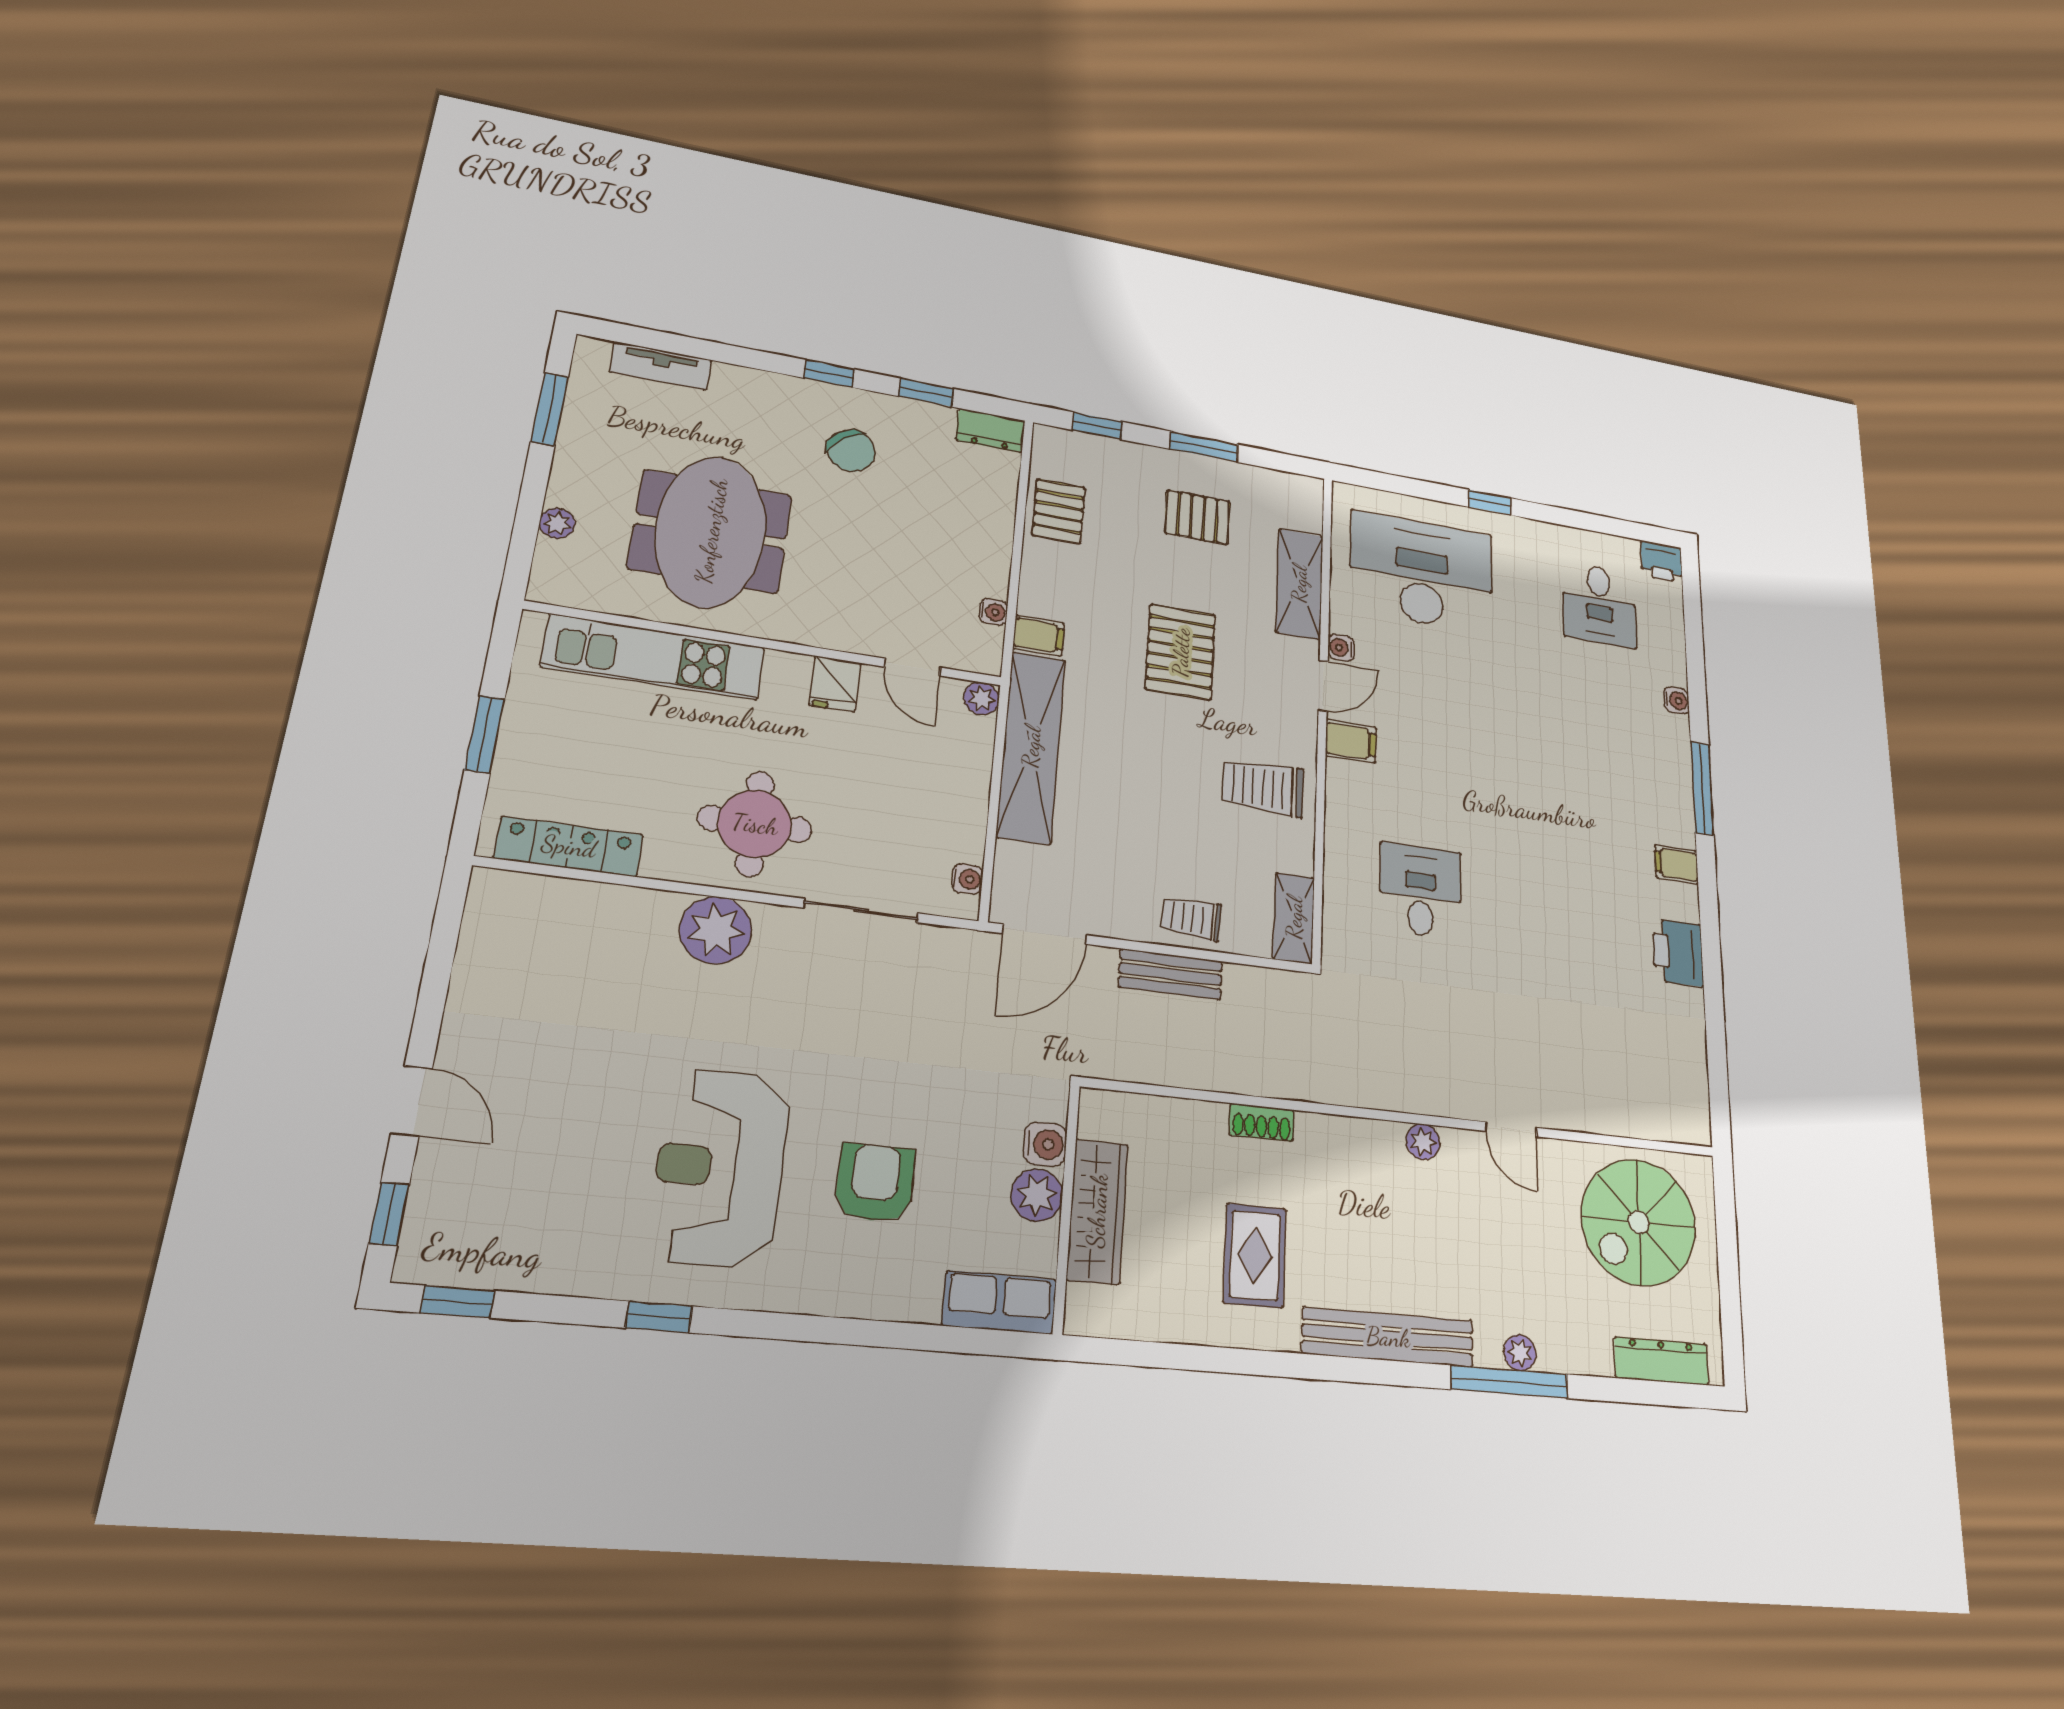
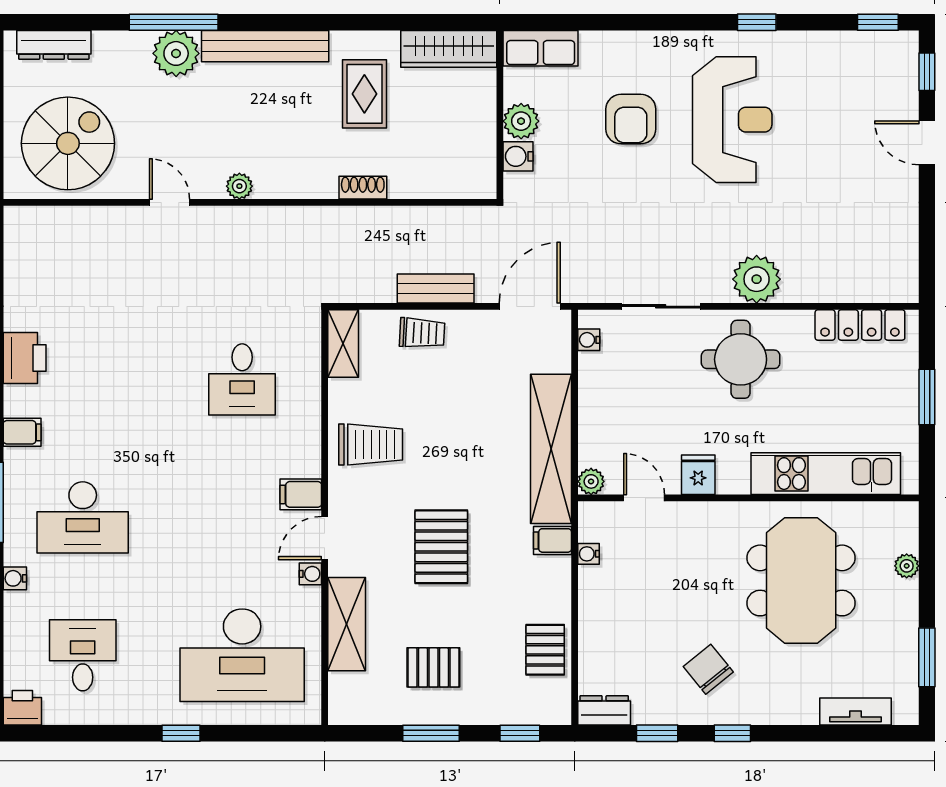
desk: (1605, 756) -> (83, 517), added
wardrobe: (1097, 1211) -> (449, 49), moved, turned -90
plant: (1520, 1353) -> (176, 53), width x1.87, depth x1.87

